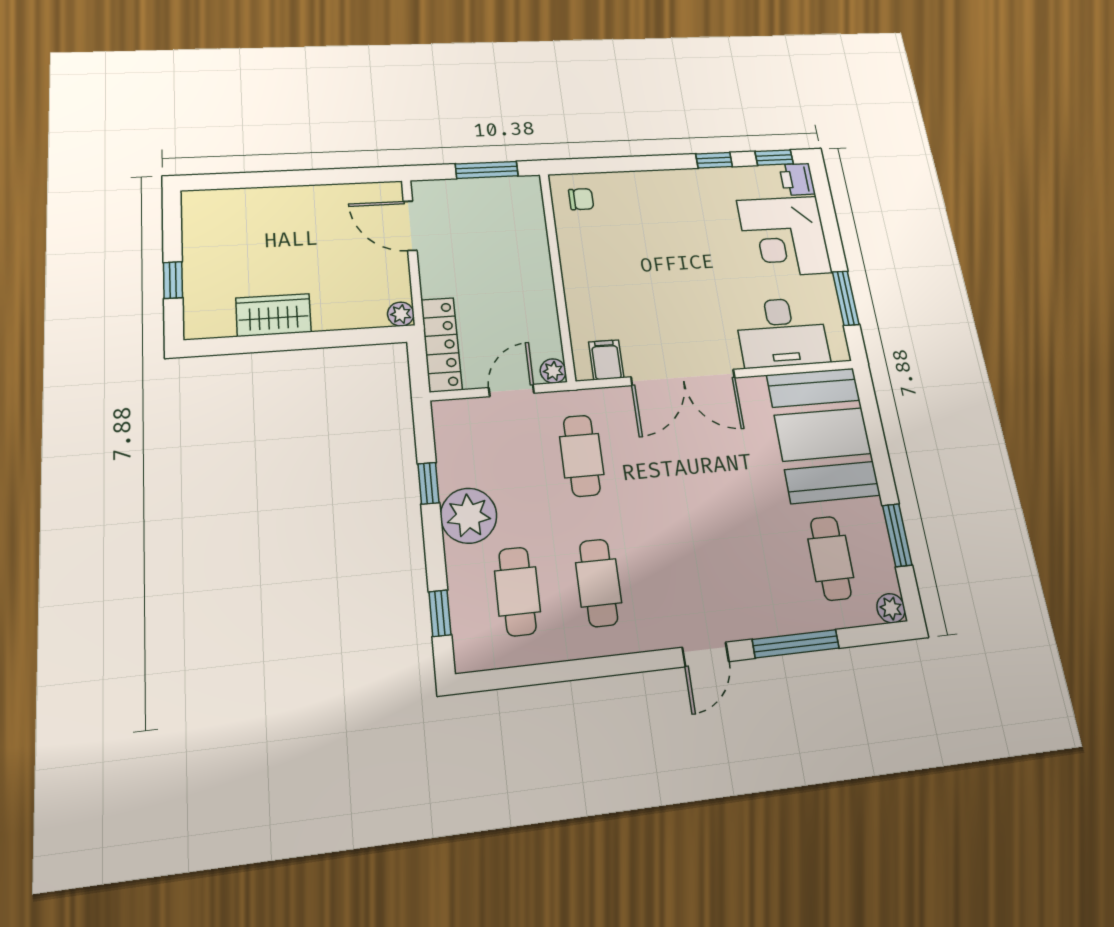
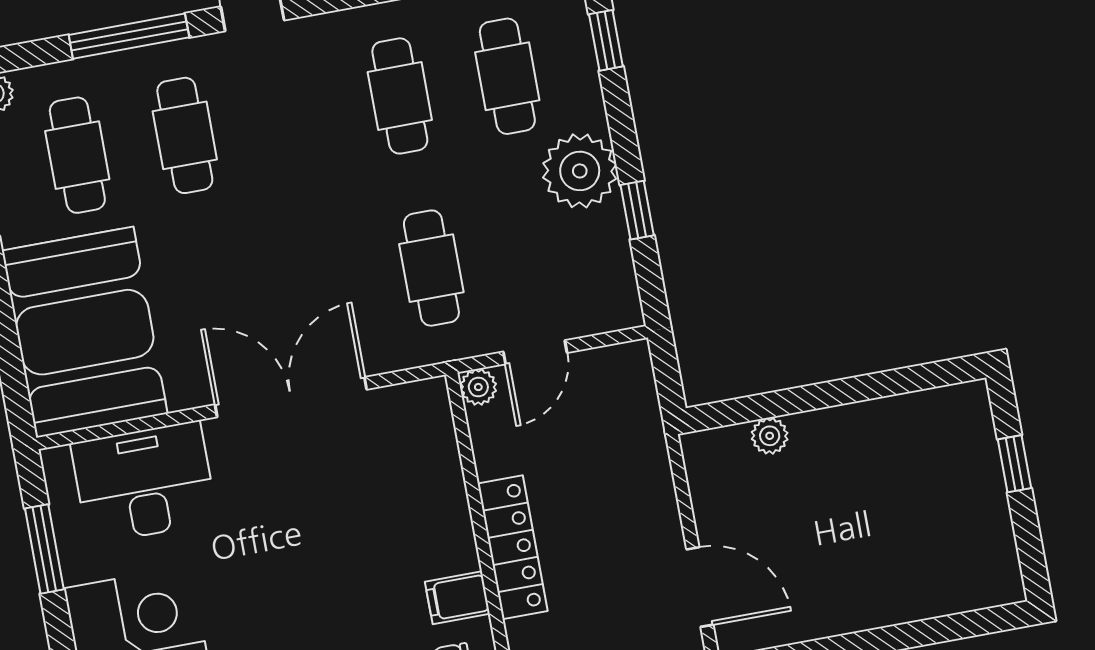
plant: (401, 314) -> (770, 436), moved
wardrobe: (274, 315) -> (872, 428), removed
locker: (441, 345) -> (513, 547), moved, turned 180
filing cabinet: (606, 360) -> (457, 598), moved, turned 90
cafe table: (755, 566) -> (185, 135), added

